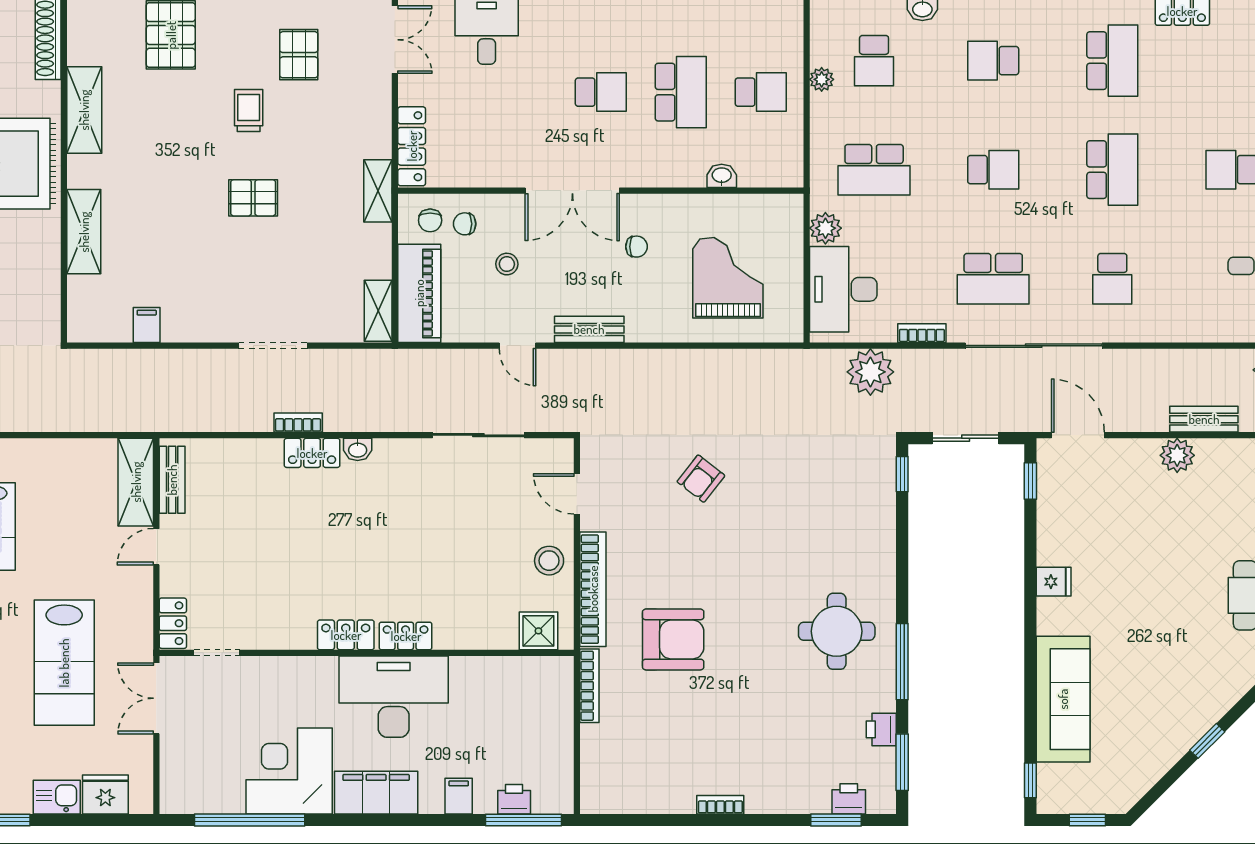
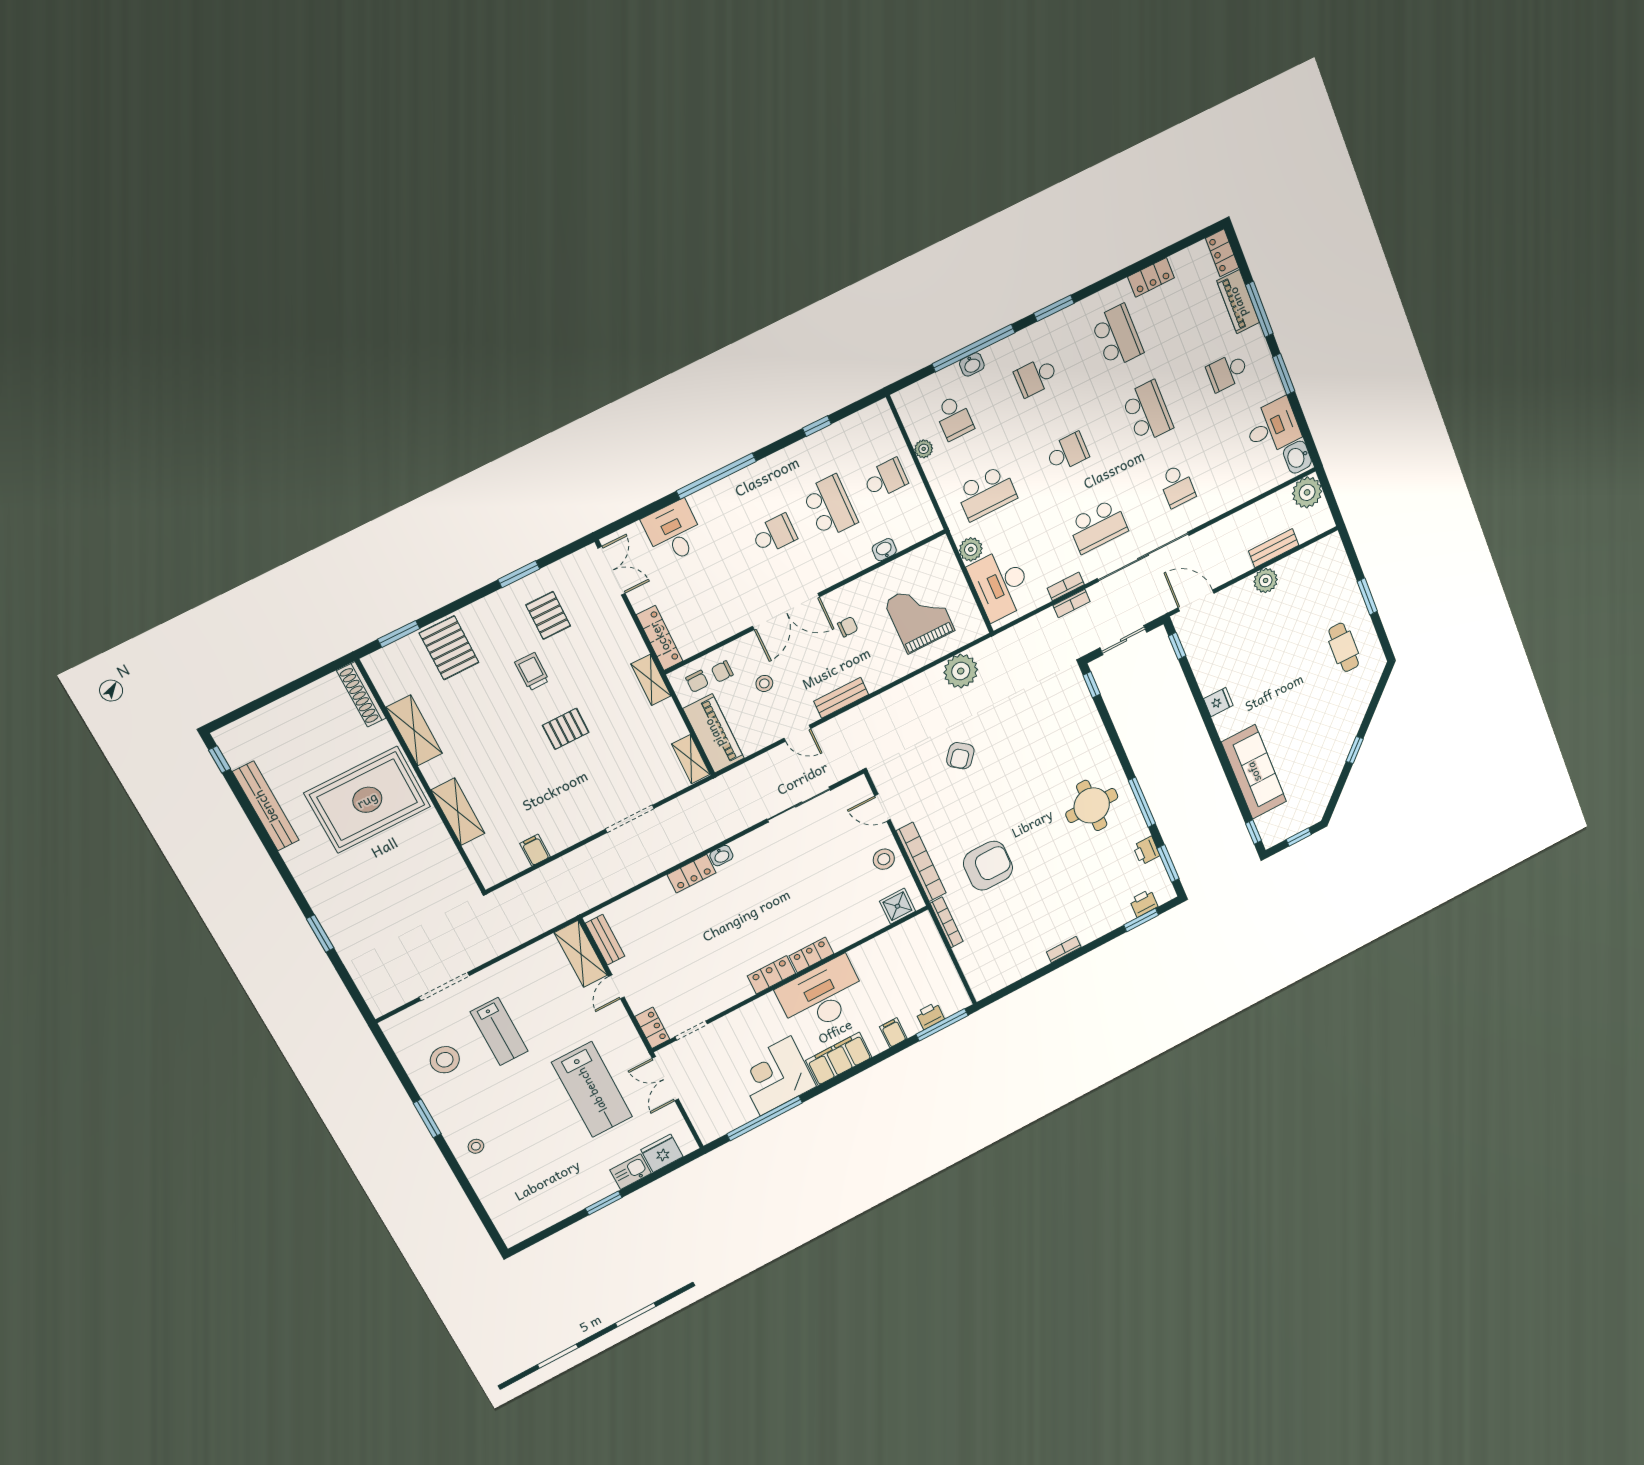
plant: (870, 372) -> (961, 671), moved
bookcase: (298, 423) -> (1072, 603), moved, turned 180

